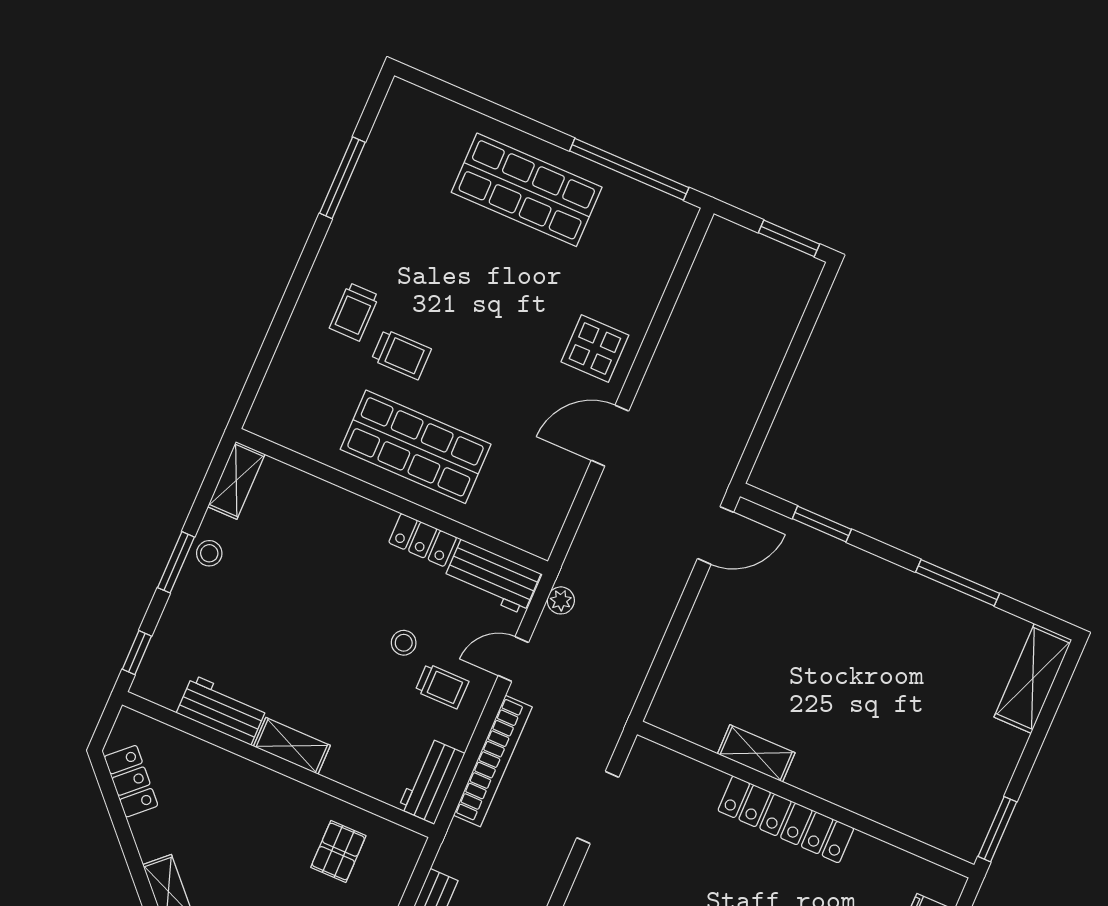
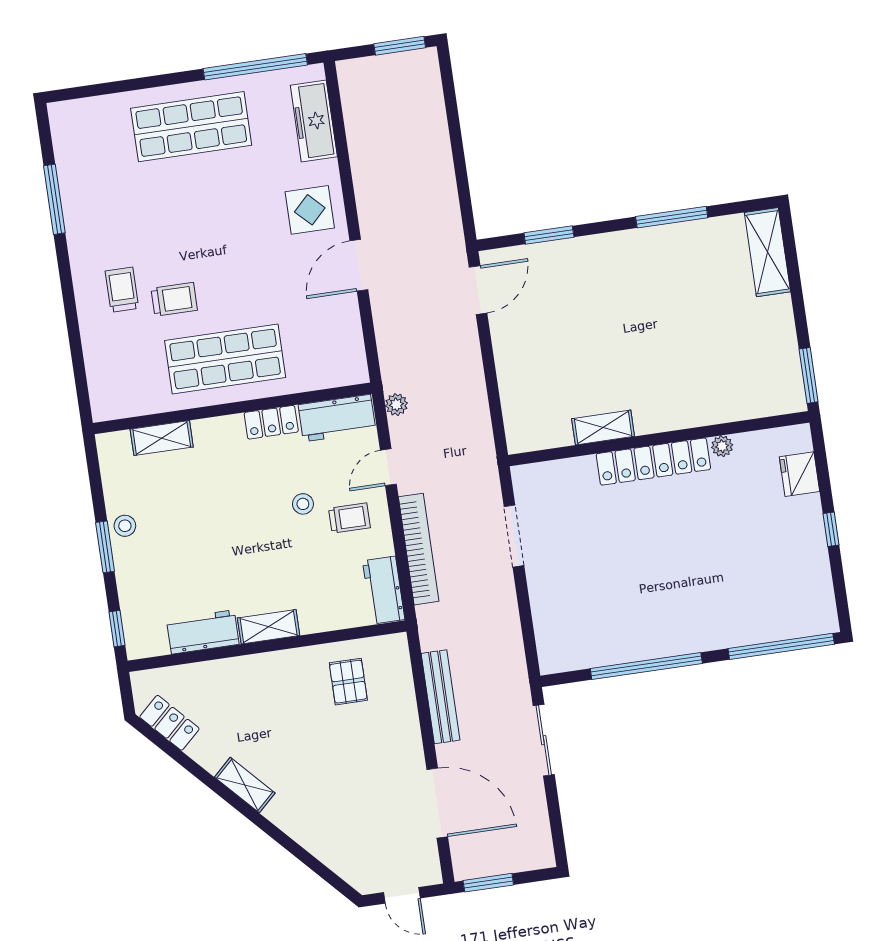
freezer: (655, 261) -> (314, 121), added
trolley: (354, 312) -> (122, 290), turned 180
shelving: (236, 480) -> (162, 438), moved, turned 90
plant: (865, 847) -> (722, 446), added

